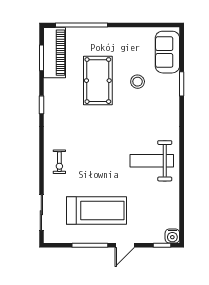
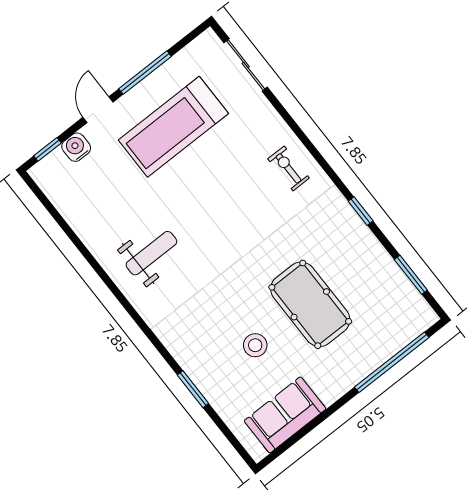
sofa: (167, 52) -> (285, 415), moved, turned -90
piano: (55, 53) -> (399, 296), removed
weight bench: (152, 161) -> (151, 253), width x0.73, depth x0.75
exercise bike: (59, 162) -> (289, 168), moved
water cooler: (172, 236) -> (76, 147), moved

